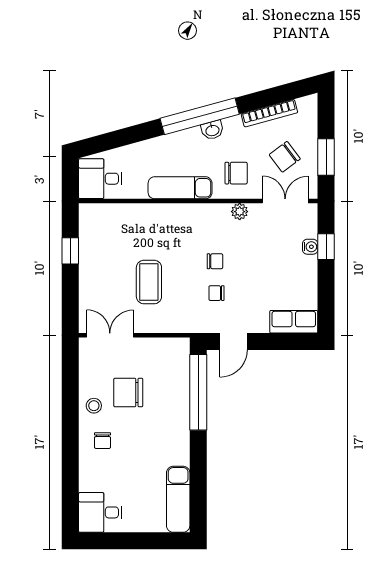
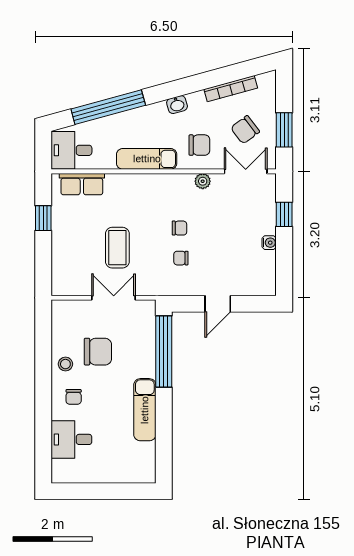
window: (200, 116) -> (108, 107), moved
water cooler: (310, 247) -> (269, 243), moved
row of seats: (294, 322) -> (82, 184), moved, turned 180
double door: (110, 335) -> (114, 298), moved
door: (234, 342) -> (218, 304), moved
chair: (128, 392) -> (98, 352), turned 180
exam couch: (178, 499) -> (145, 410), moved
desk: (100, 512) -> (71, 439), moved

